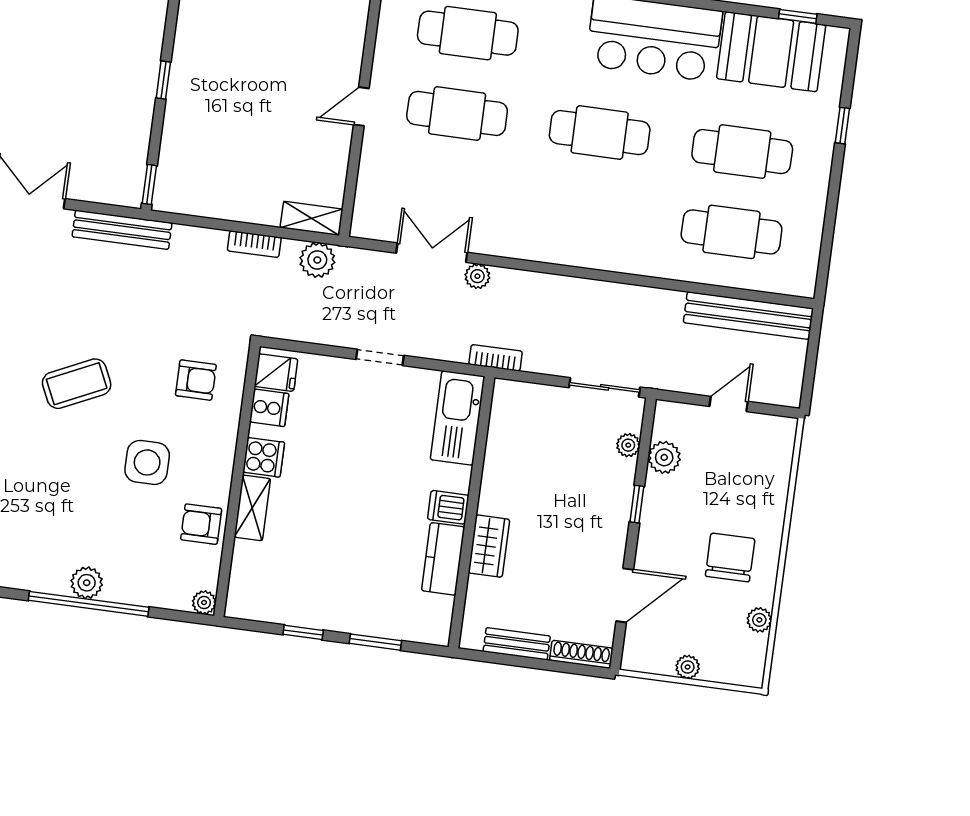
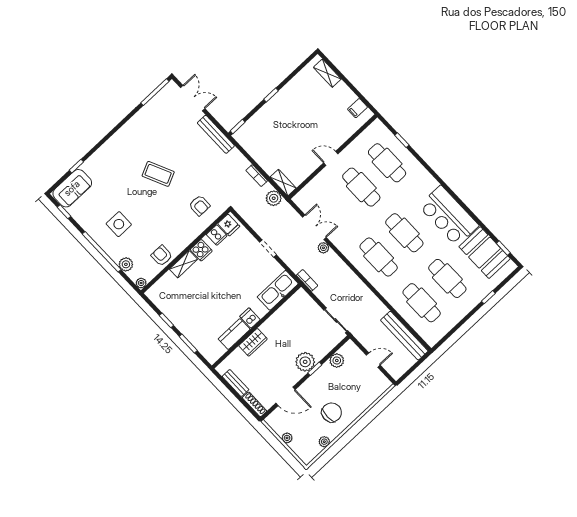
cafe table: (589, 213) -> (379, 257), added
plant: (628, 445) -> (305, 362), moved, width x1.88, depth x1.88
side table: (147, 462) -> (119, 224), moved
plant: (87, 583) -> (126, 264), moved

